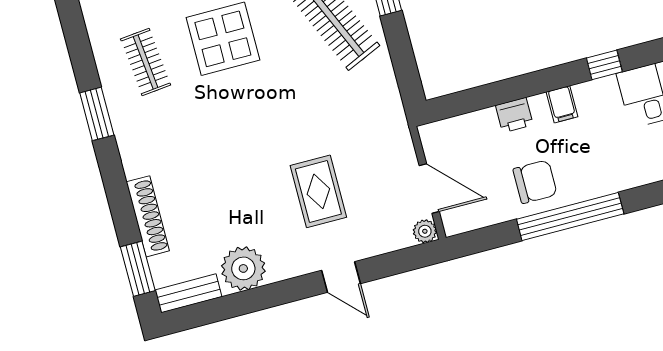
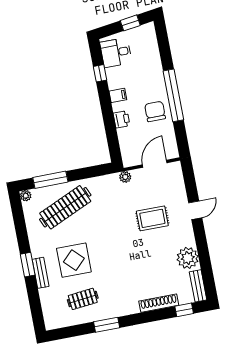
plant: (425, 231) -> (125, 177), moved
window: (138, 269) -> (184, 310), width x0.67

